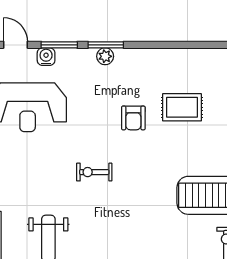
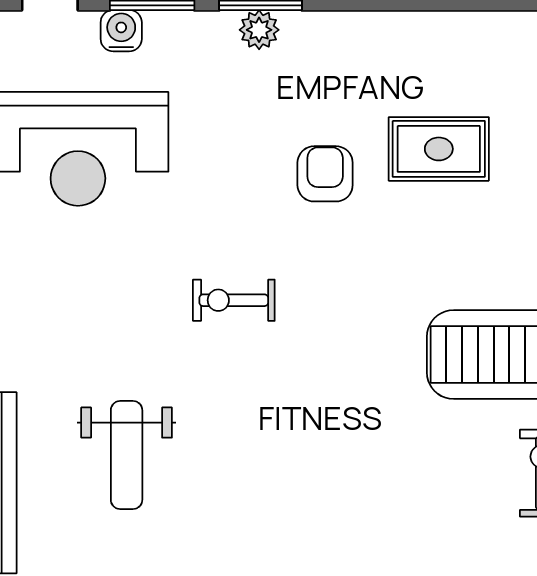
armchair: (133, 118) -> (325, 174), turned 180

